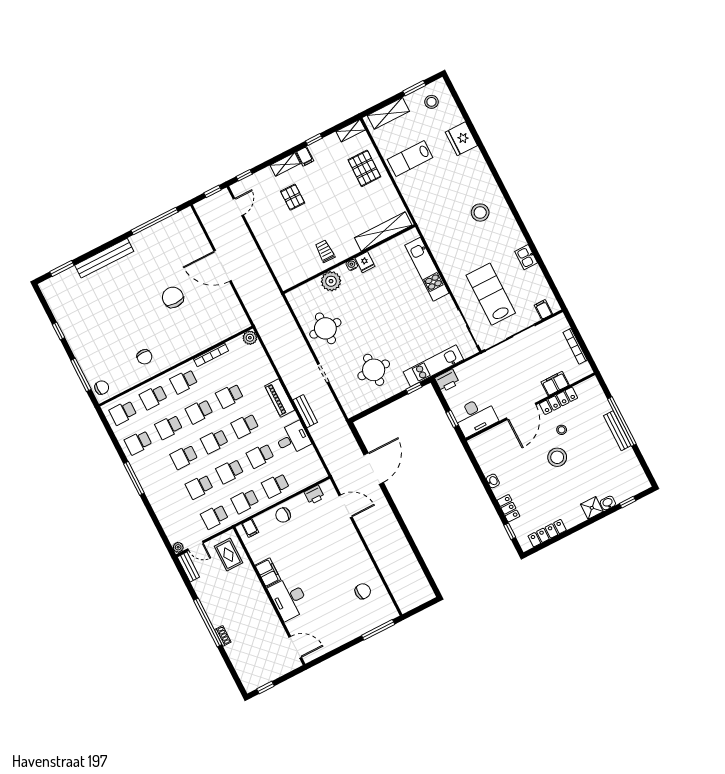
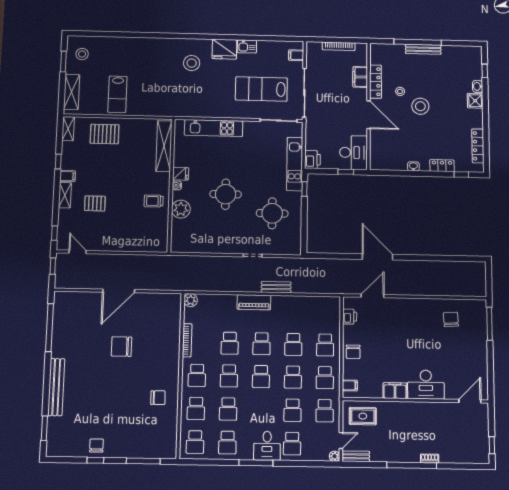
fridge: (461, 139) -> (224, 49), moved
round table: (325, 328) -> (226, 194), moved
chair: (102, 388) -> (96, 446), moved
desk: (293, 438) -> (267, 446), moved, turned 180
school desk: (184, 457) -> (292, 444), moved
door: (374, 469) -> (378, 257), moved

